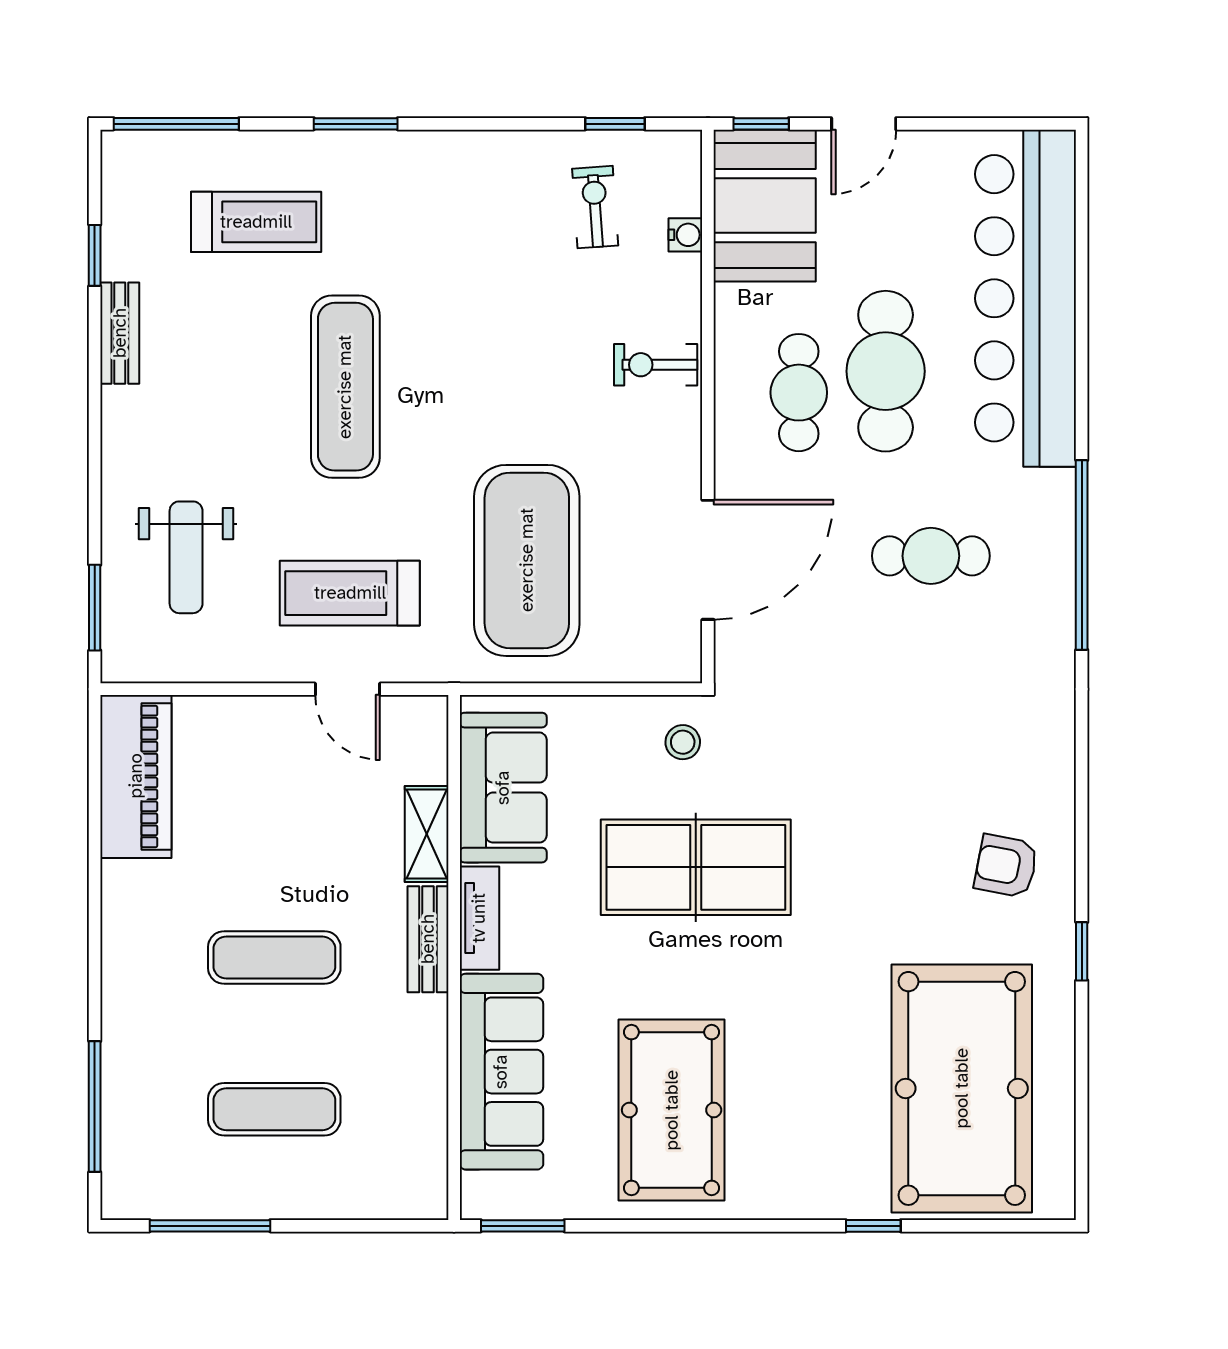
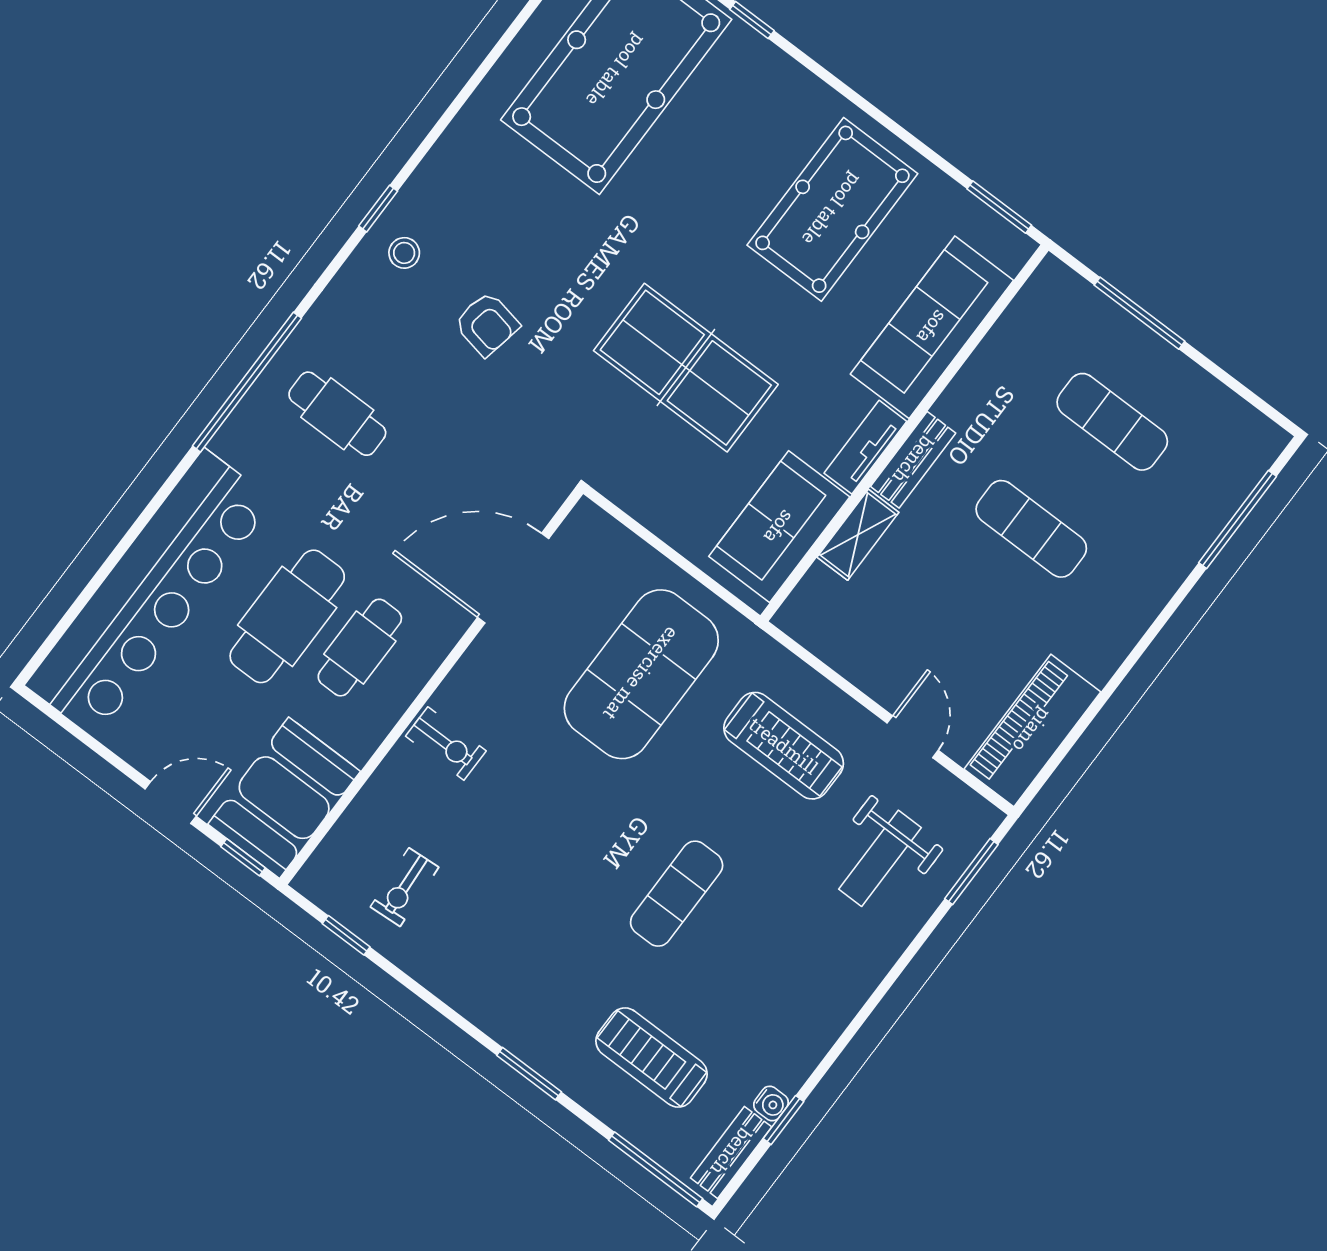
water cooler: (685, 235) -> (771, 1104), moved, turned 180
bench: (120, 333) -> (731, 1152), moved
exercise mat: (345, 387) -> (677, 894), width x0.73, depth x0.69
cafe table: (931, 556) -> (337, 414), moved
weight bench: (186, 557) -> (880, 858), turned 180
door: (348, 689) -> (913, 737), moved
stool: (683, 742) -> (404, 253), moved
armchair: (1006, 866) -> (487, 324), moved
window: (1082, 951) -> (378, 209), moved
window: (210, 1226) -> (1140, 313), moved

